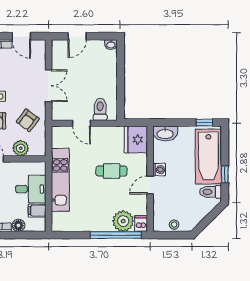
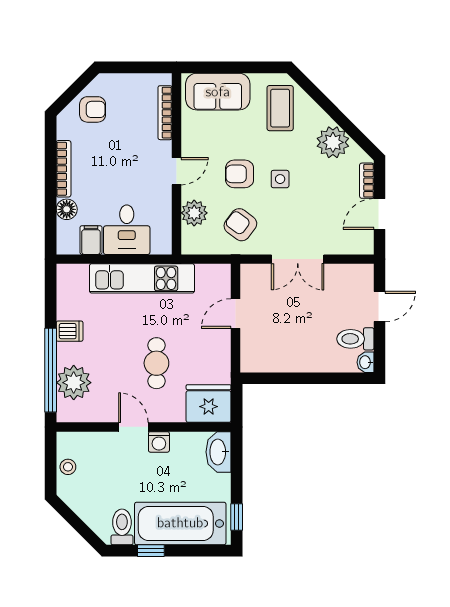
door: (77, 36) -> (380, 306), swing flipped
toilet: (100, 109) -> (355, 339), moved, turned 180
dishwasher: (141, 224) -> (70, 331), moved

